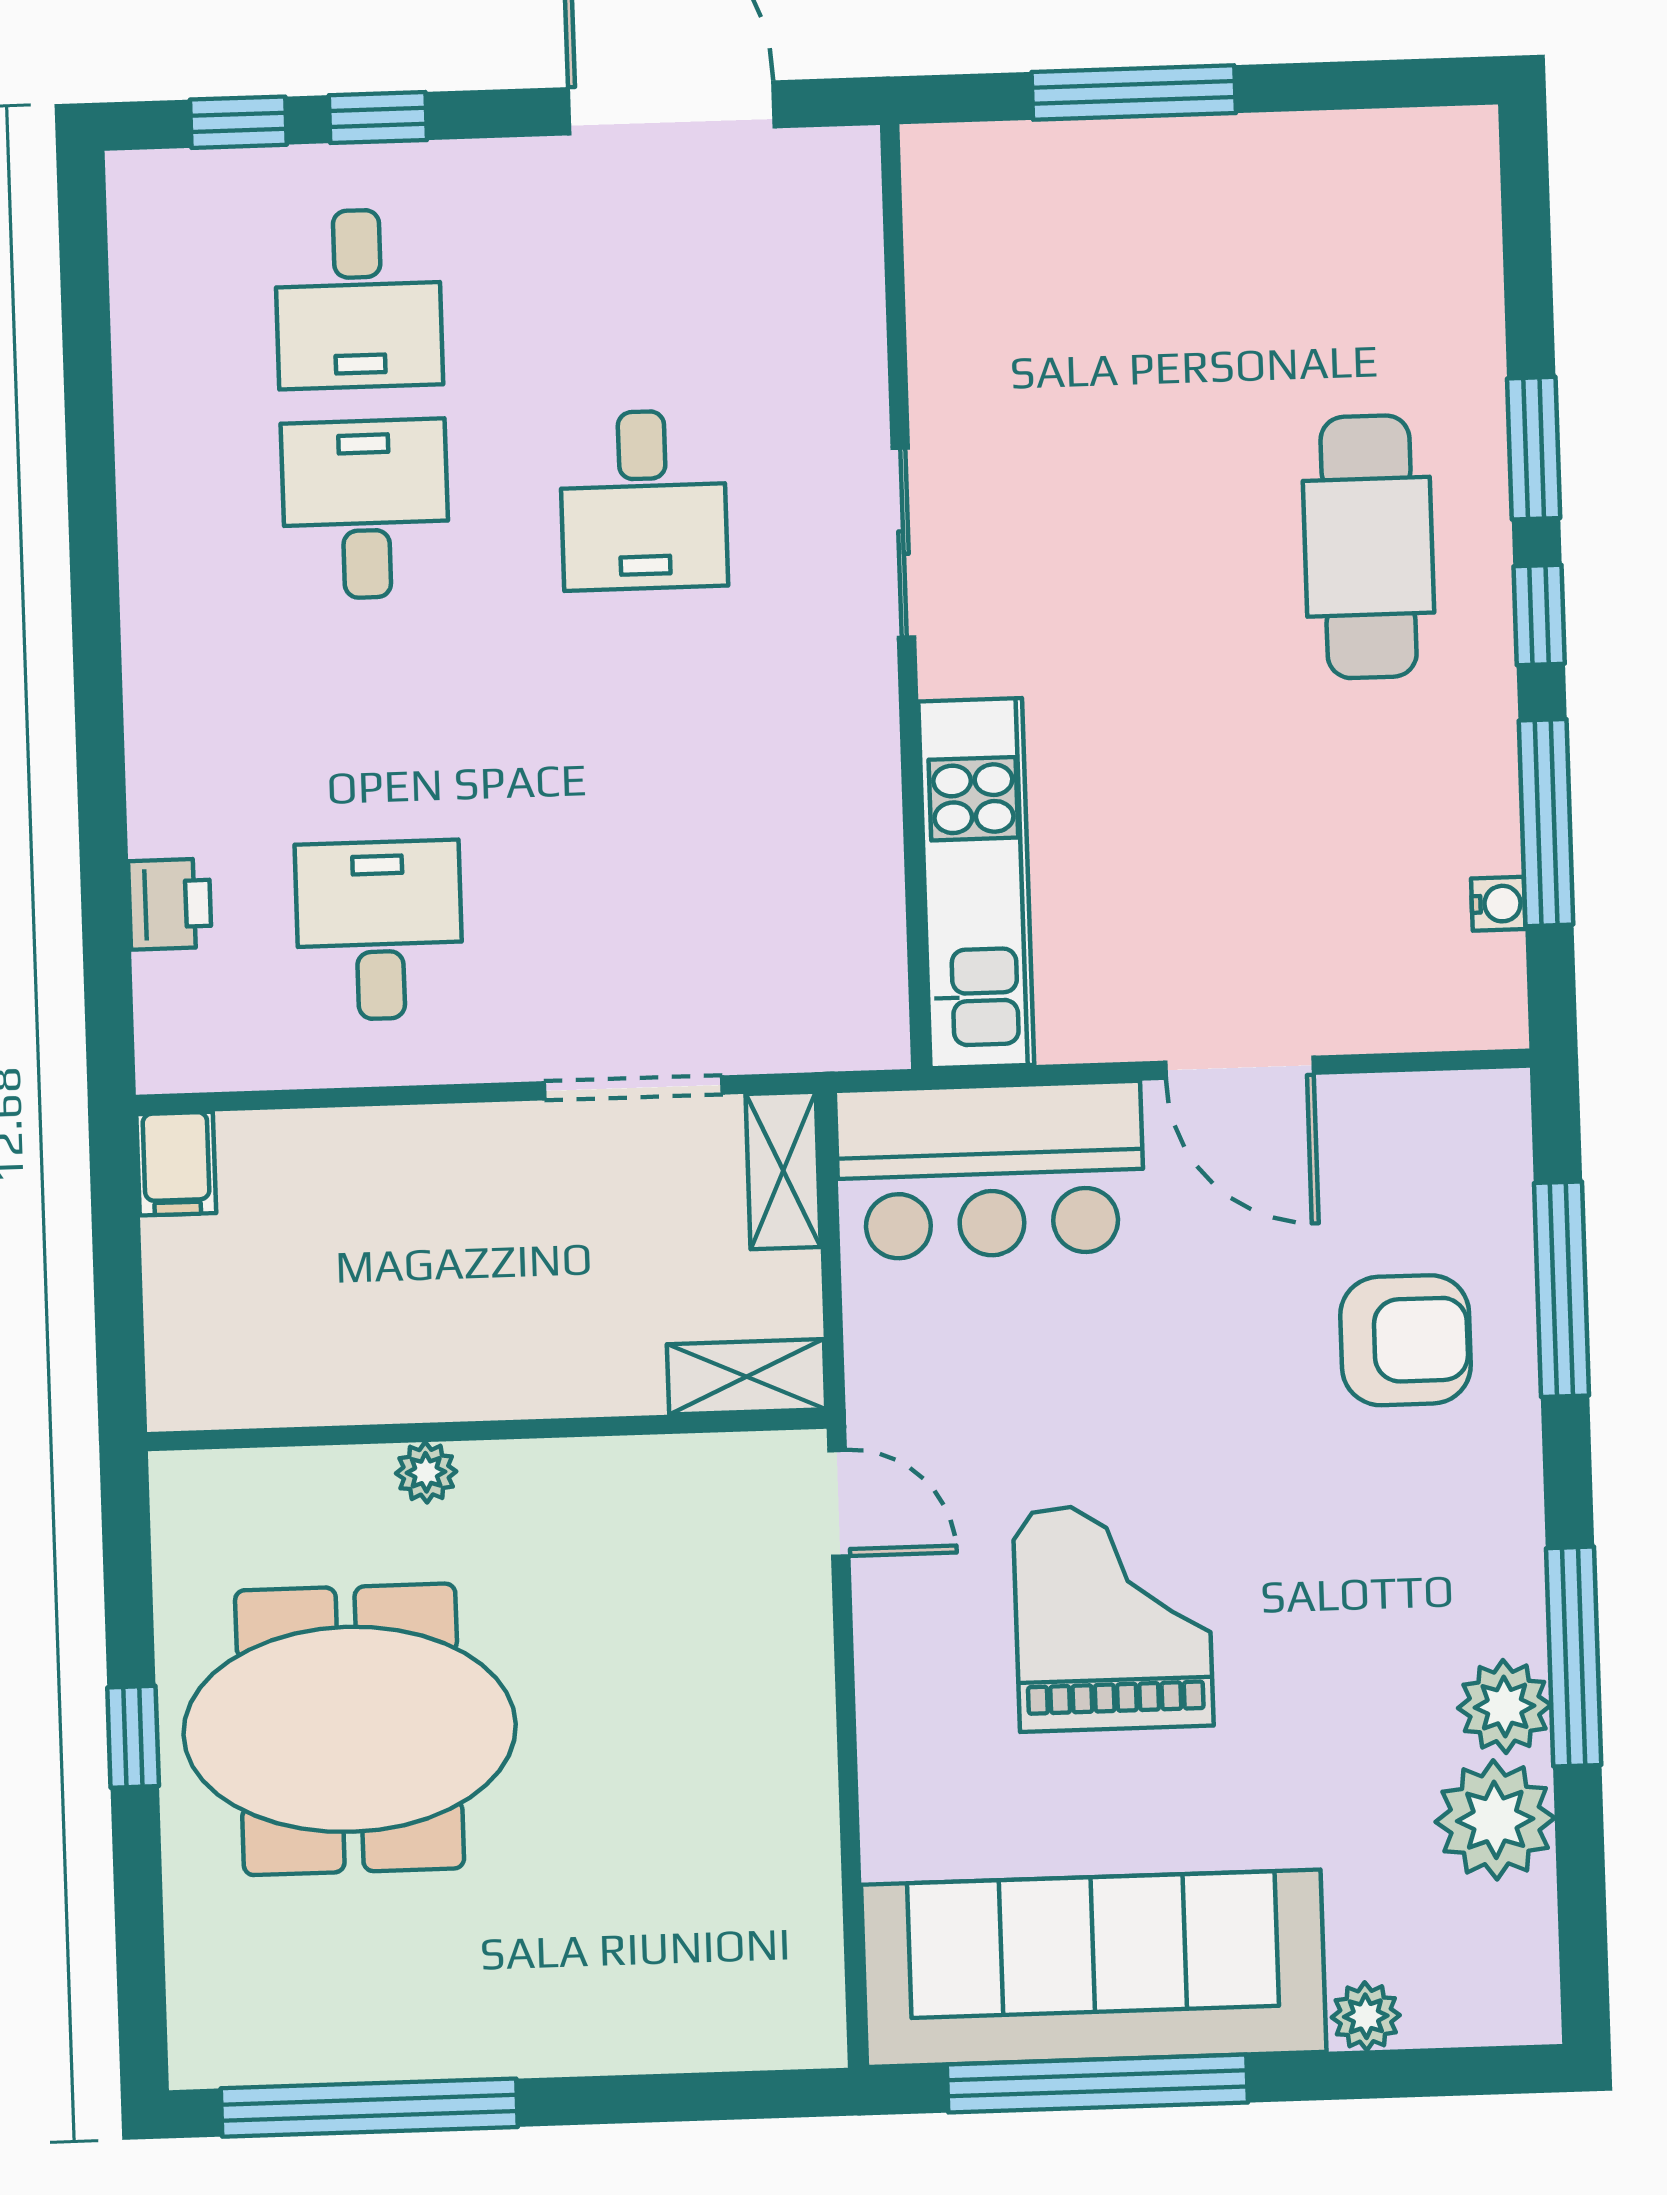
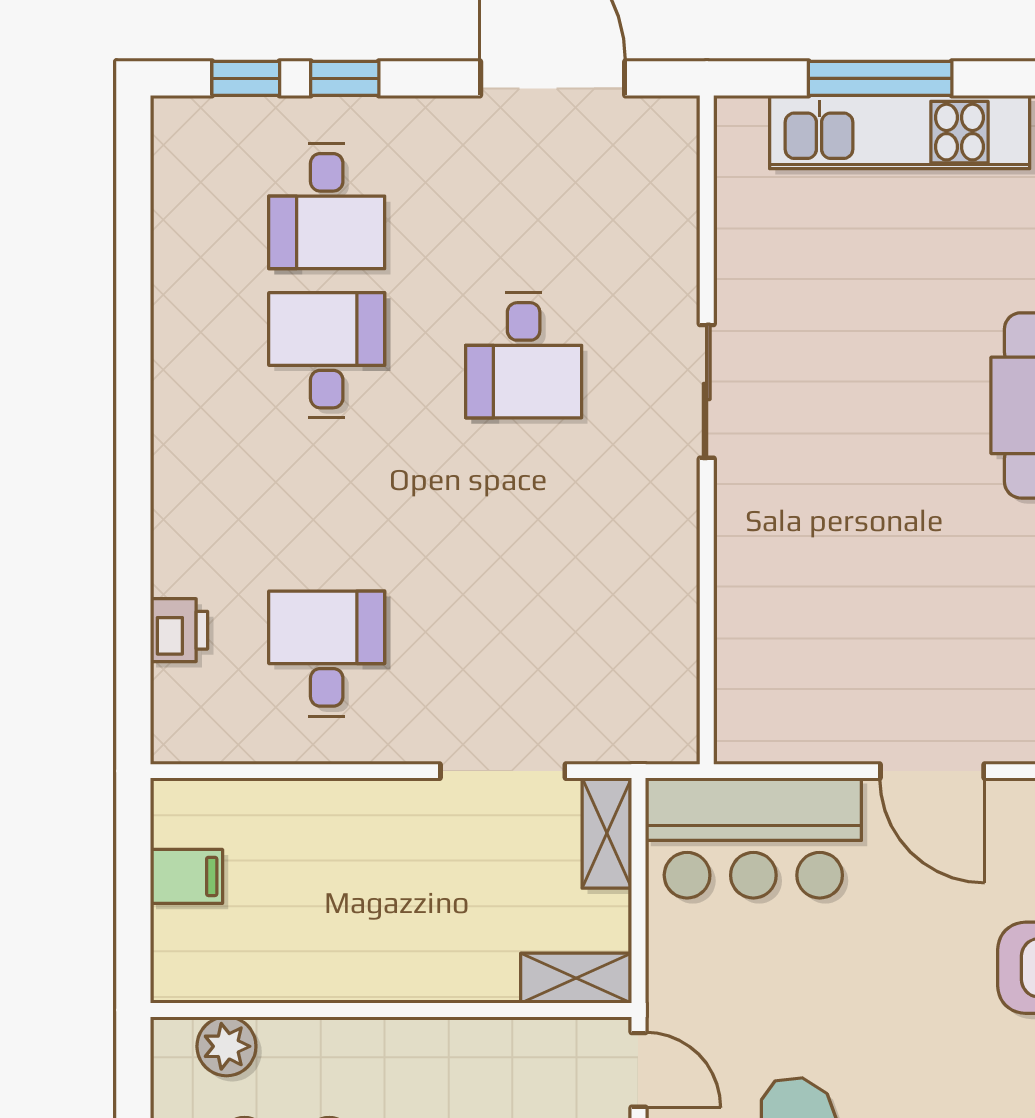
kitchen unit: (976, 883) -> (900, 132), moved, turned 90
filing cabinet: (176, 1164) -> (186, 876), moved, turned -90
plant: (426, 1472) -> (226, 1046), moved, width x1.38, depth x1.38

